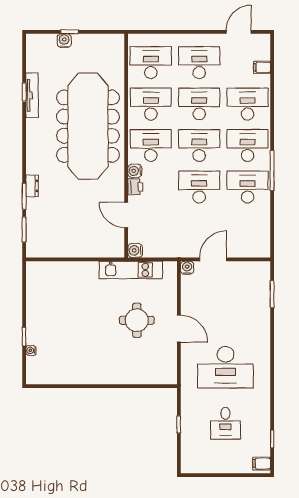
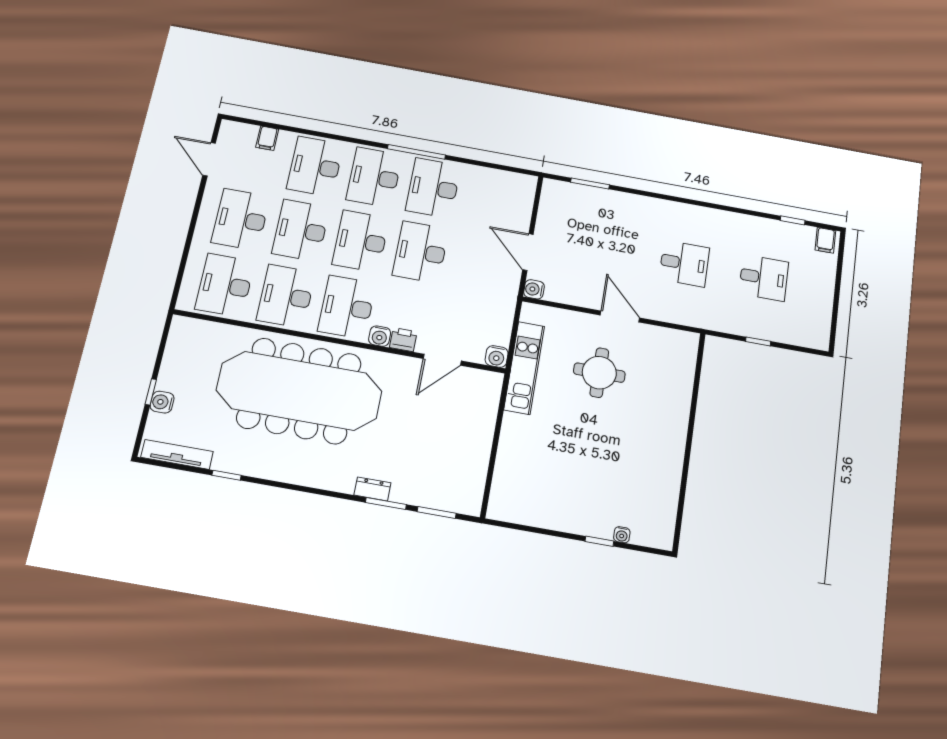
tv unit: (32, 95) -> (177, 454), moved
door: (179, 329) -> (620, 317), hinge flipped
desk: (225, 367) -> (684, 263), width x0.53, depth x0.77

